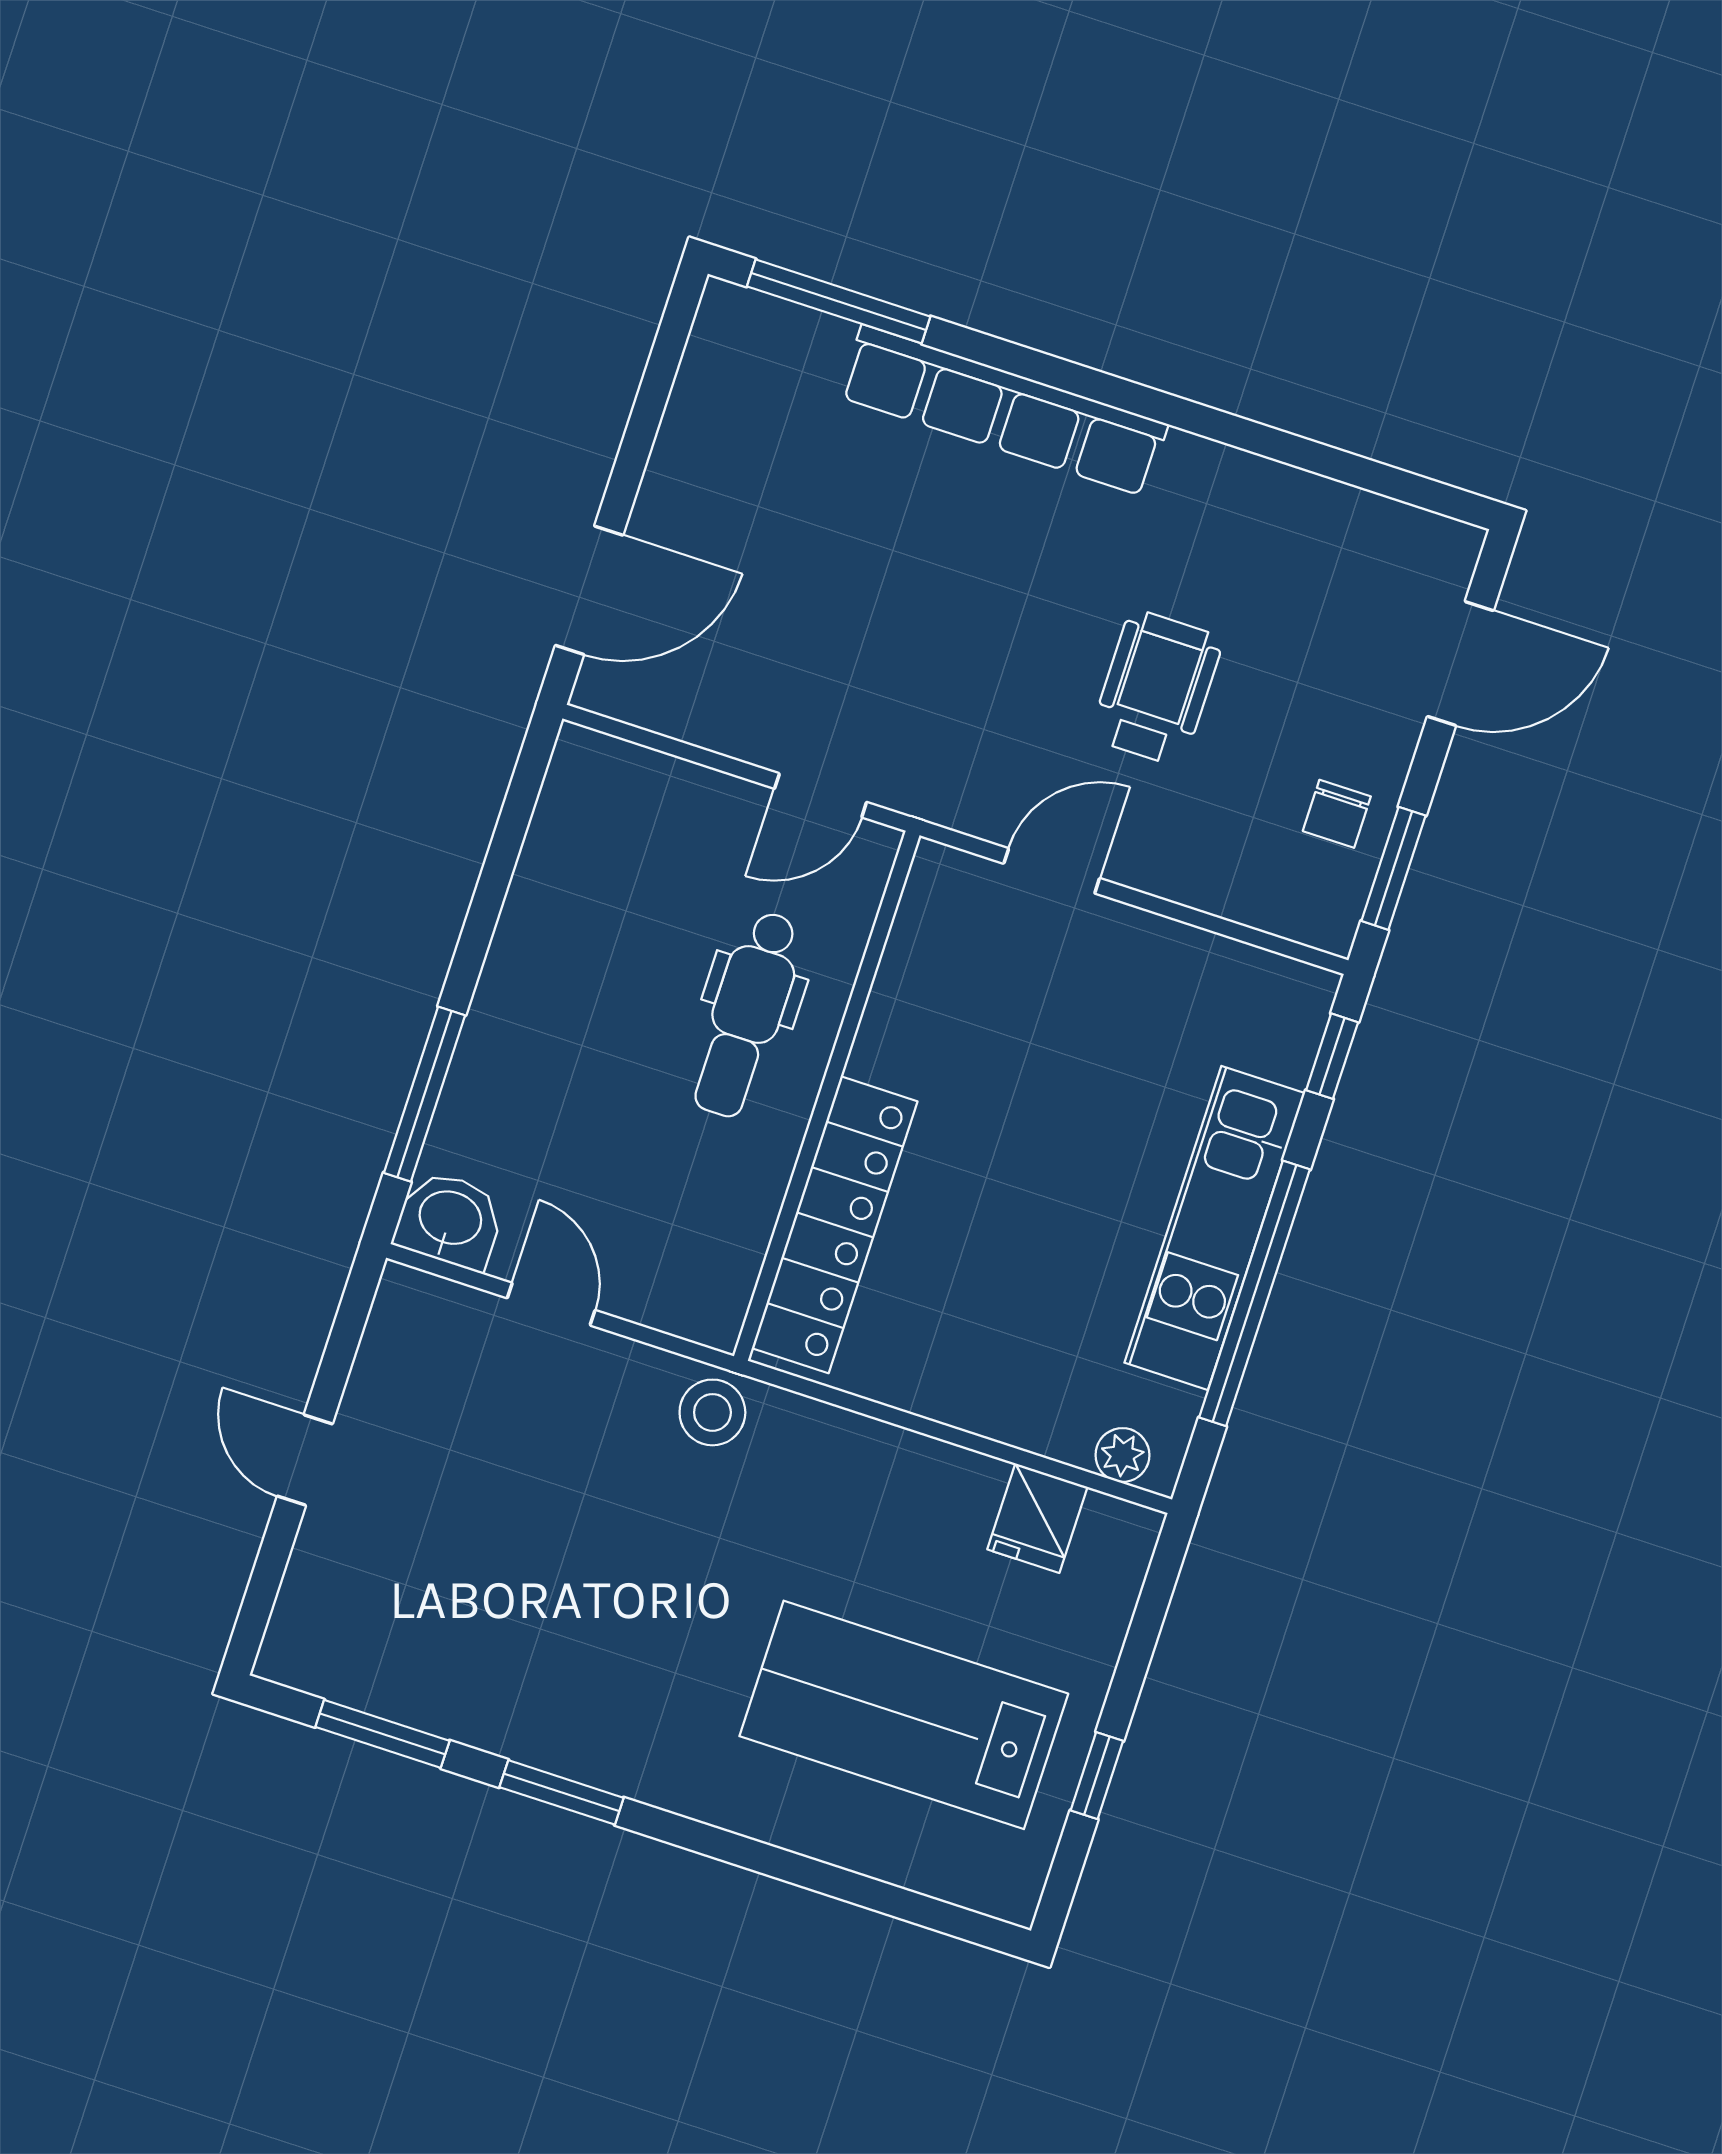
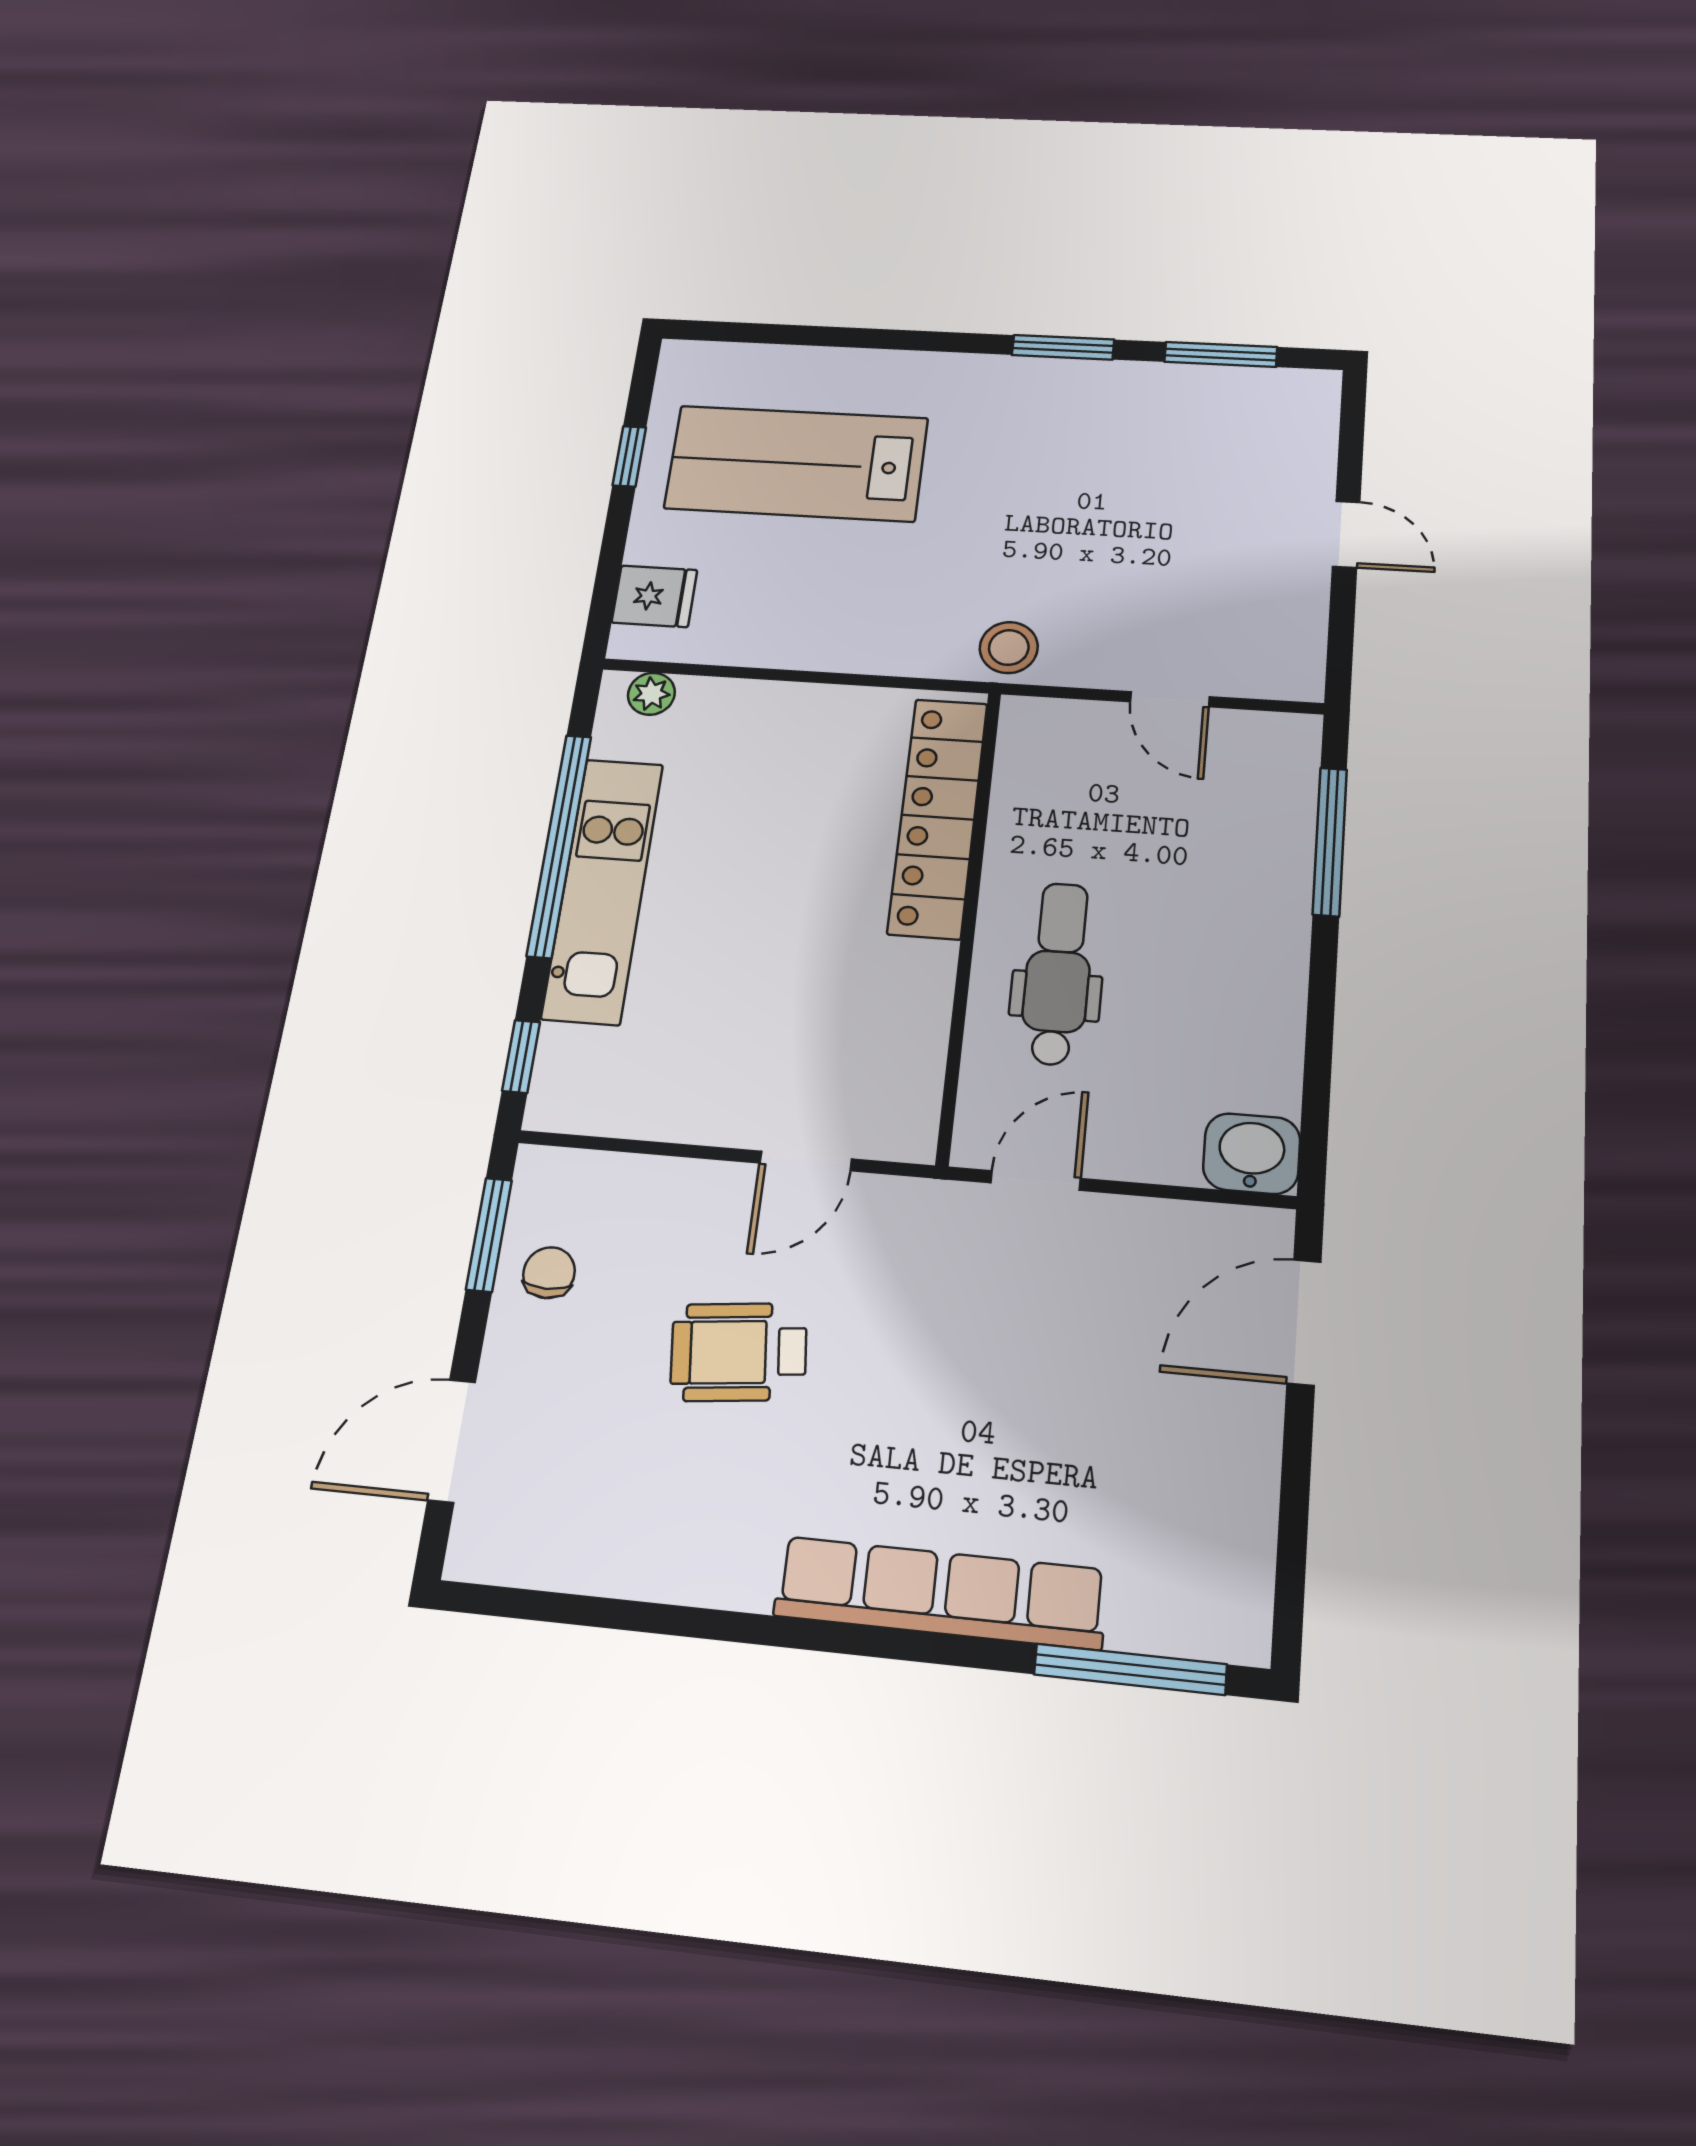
wheelchair: (1156, 688) -> (739, 1352), turned 84
washbasin: (450, 1220) -> (1252, 1154), moved, turned 180
fridge: (1037, 1518) -> (654, 596), moved, turned 90
lab bench: (904, 1715) -> (796, 463), turned 180

